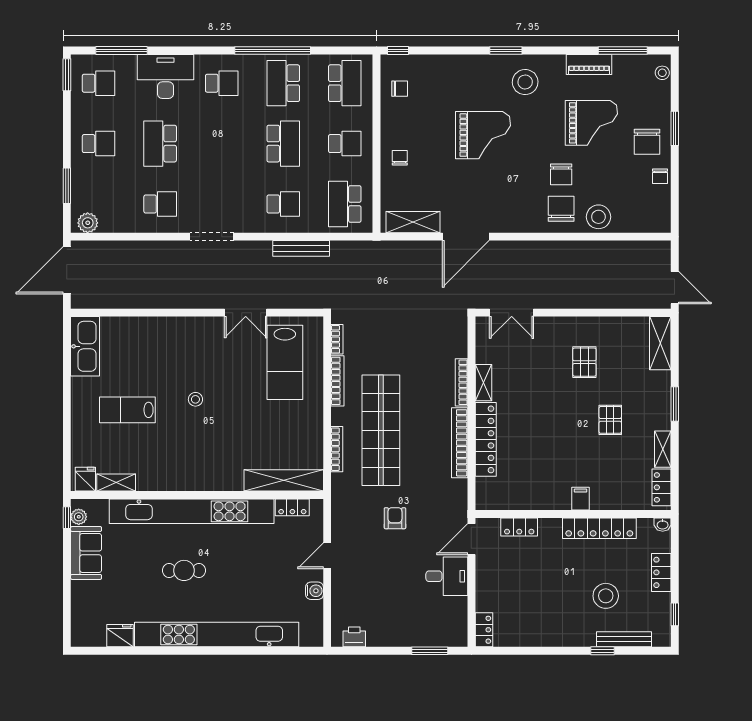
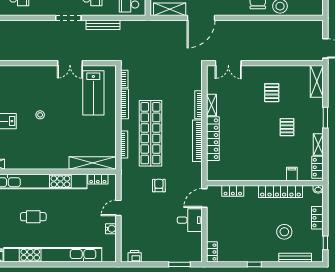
doorway: (212, 237) -> (68, 18), moved
filing cabinet: (580, 499) -> (292, 174), moved
window: (603, 651) -> (254, 264), moved

